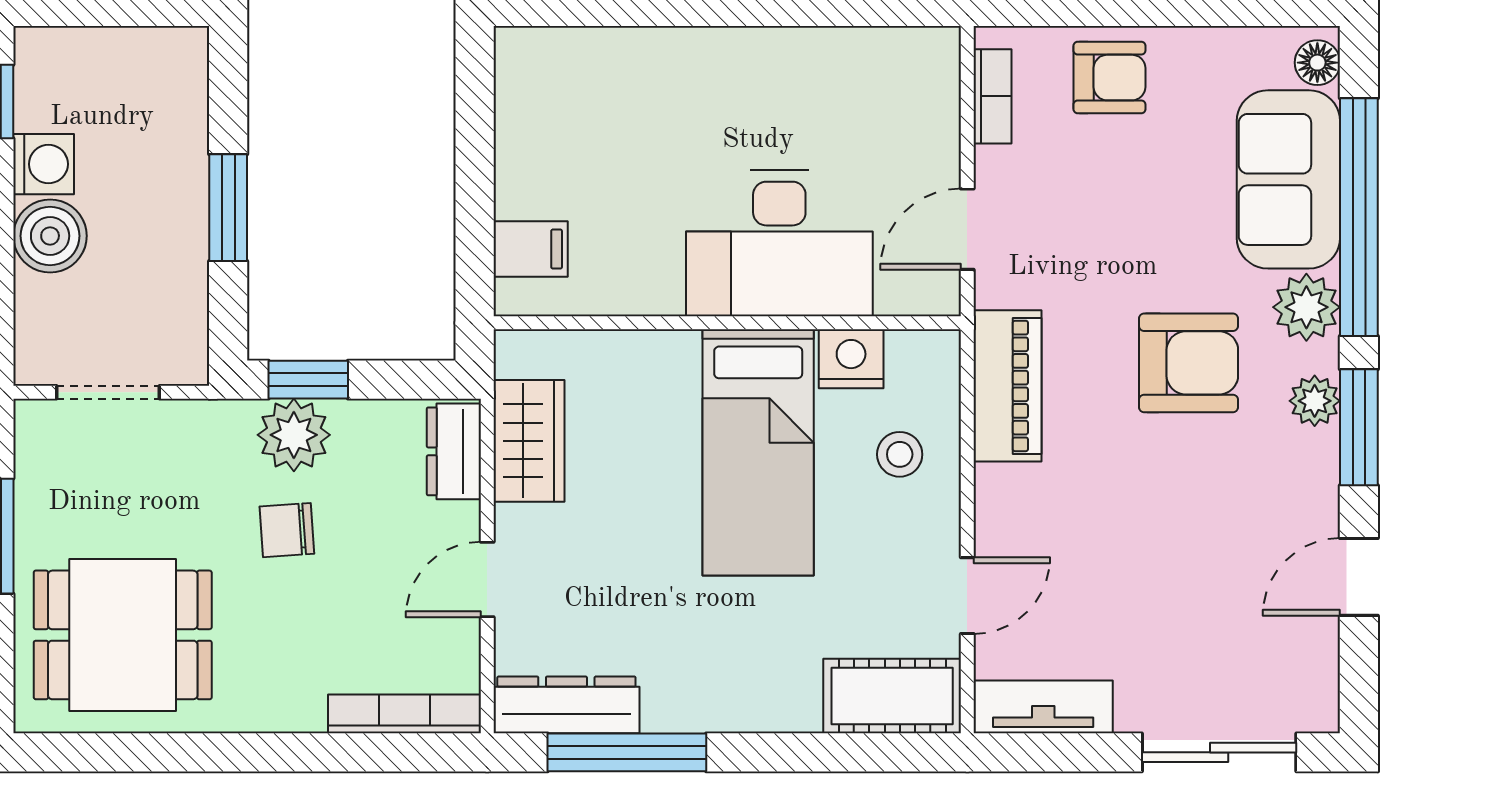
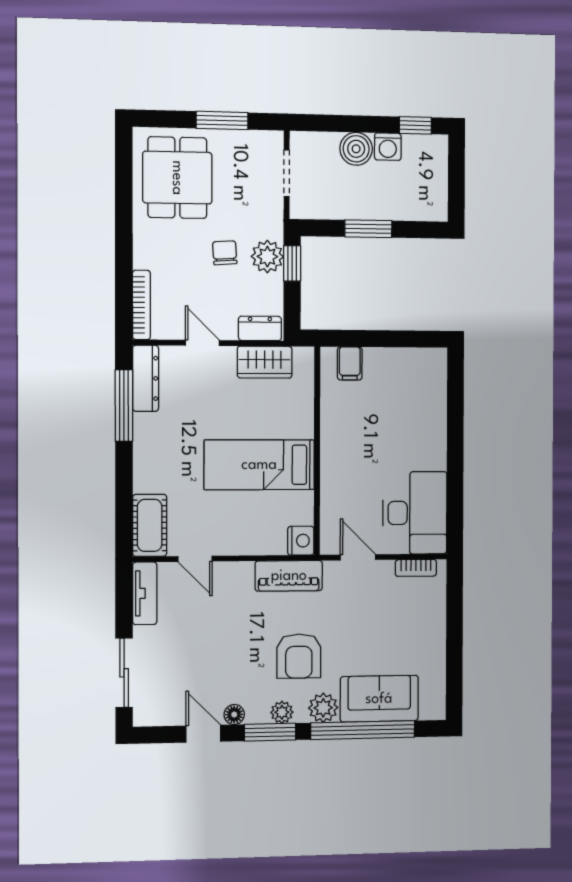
floor lamp: (1317, 63) -> (234, 715), moved
armchair: (1109, 78) -> (424, 619), removed
desk: (779, 243) -> (415, 513), moved, turned 180
nightstand: (851, 359) -> (301, 541), moved
stool: (900, 454) -> (258, 528), removed

